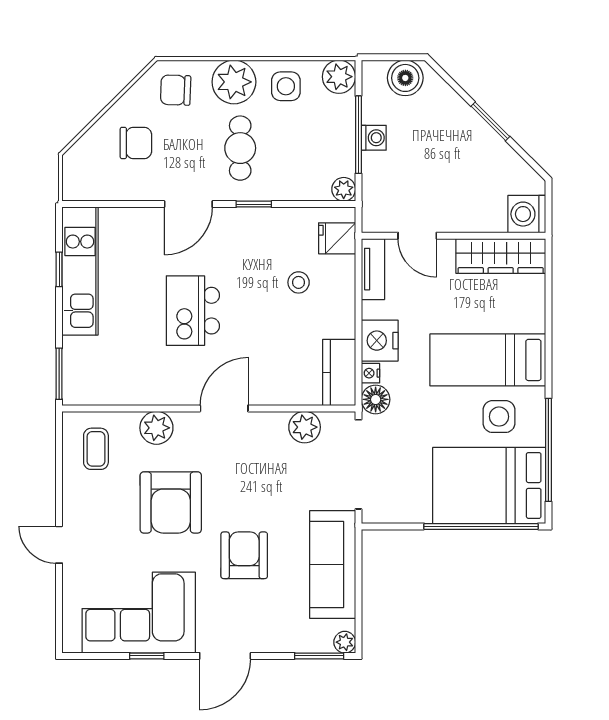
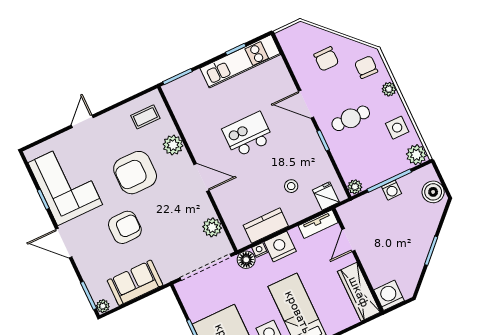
plant: (234, 82) -> (389, 89), width x0.53, depth x0.53
kitchen counter: (339, 373) -> (266, 226), moved
sofa: (333, 565) -> (135, 283), width x0.73

